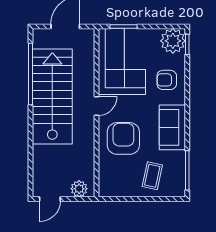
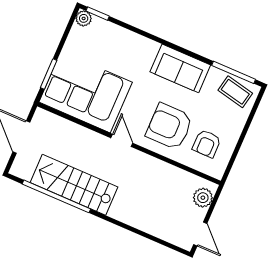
plant: (173, 41) -> (84, 18), width x0.53, depth x0.53
armchair: (167, 80) -> (207, 144), moved
stairs: (52, 96) -> (74, 185), width x0.73, depth x0.66
coffee table: (152, 176) -> (235, 92), moved

